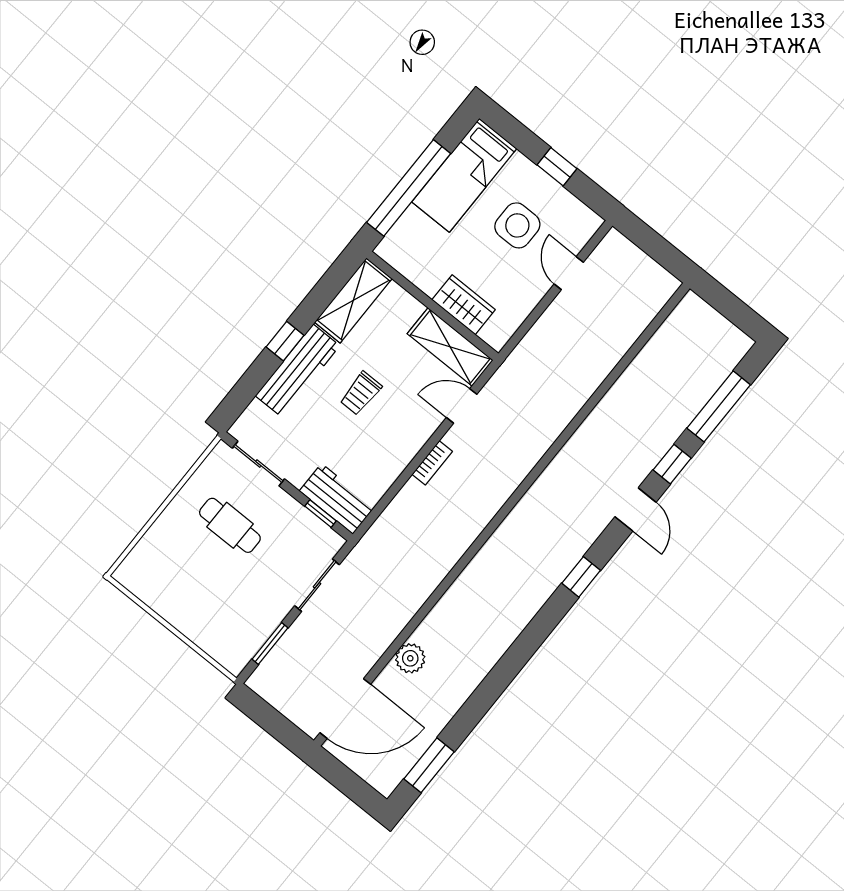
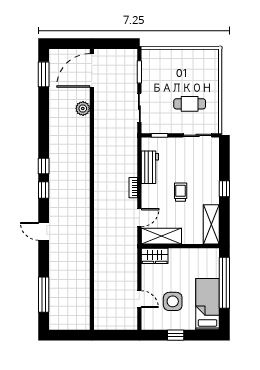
wardrobe: (464, 305) -> (155, 256), moved
workbench: (298, 371) -> (211, 182), removed
window: (672, 464) -> (44, 166), moved
workbench: (337, 499) -> (150, 167), moved, turned -90

